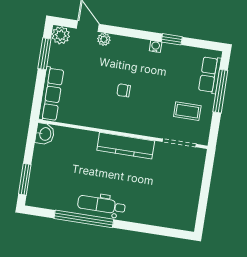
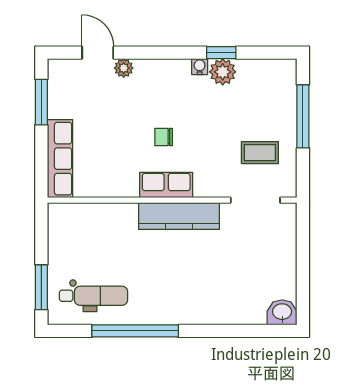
plant: (61, 35) -> (223, 72), moved
row of seats: (210, 75) -> (166, 185), moved, turned 90
washbasin: (45, 134) -> (282, 312), moved, turned -90
dental chair: (102, 205) -> (93, 296), moved, turned 180

